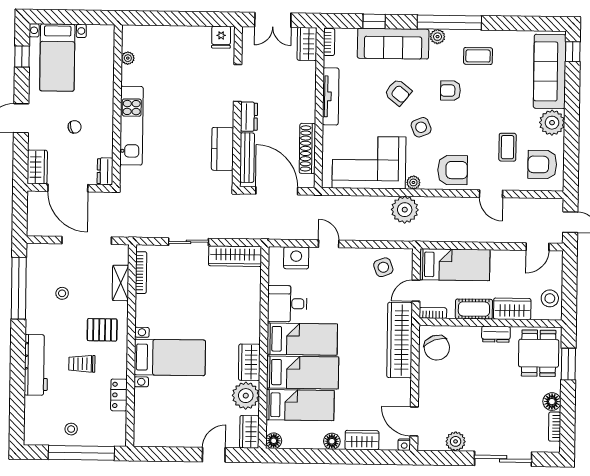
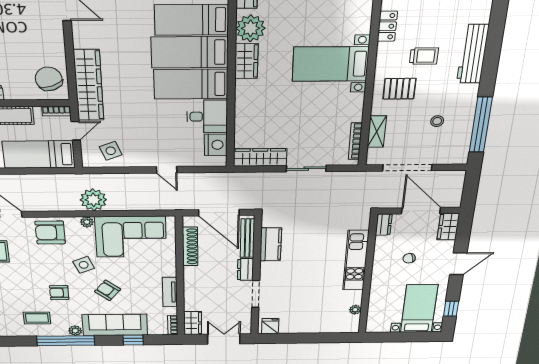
armchair: (450, 91) -> (59, 293), turned 180
tv unit: (331, 96) -> (170, 292), width x0.71
nightstand: (296, 258) -> (216, 145), moved, turned -90

